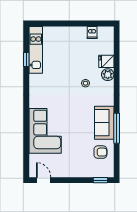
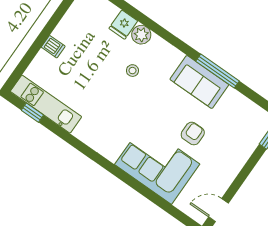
dishwasher: (92, 33) -> (53, 47), moved
window: (26, 60) -> (32, 113), moved
armchair: (100, 152) -> (193, 134), moved

